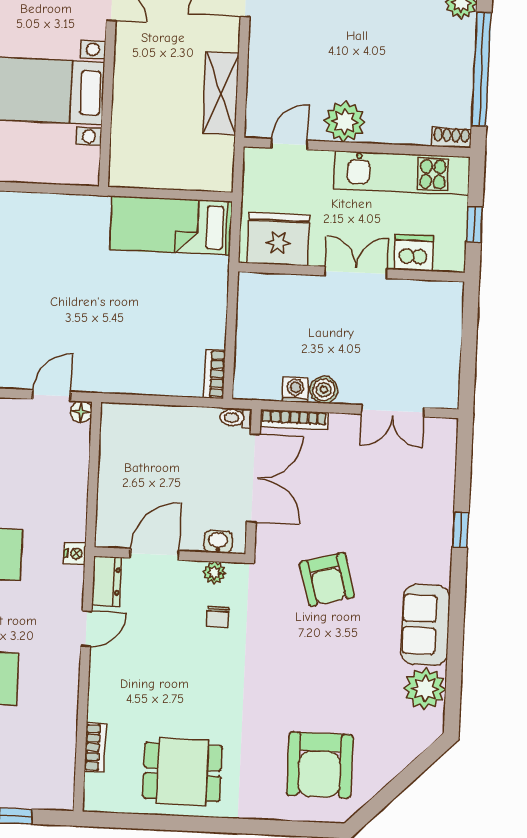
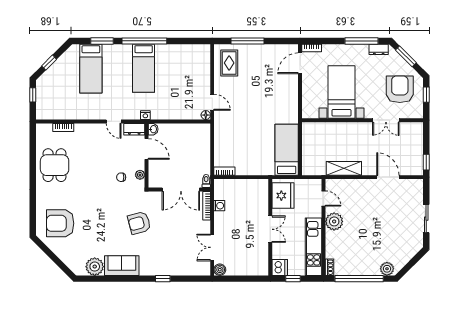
dishwasher: (414, 253) -> (280, 267), moved
boiler: (324, 390) -> (220, 270), moved
washbasin: (218, 542) -> (153, 129), moved

